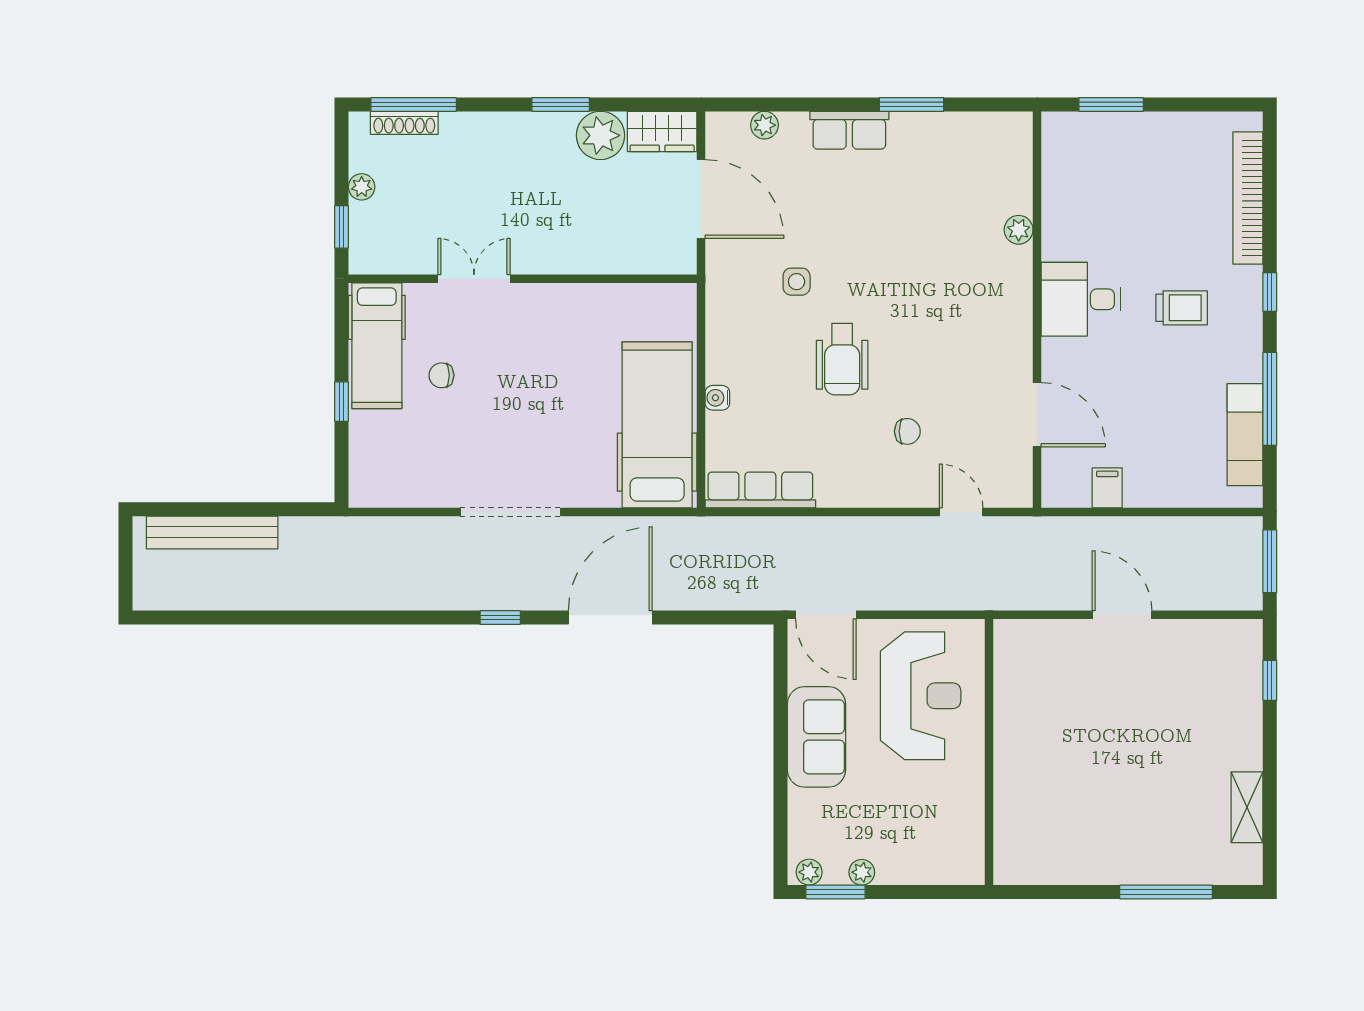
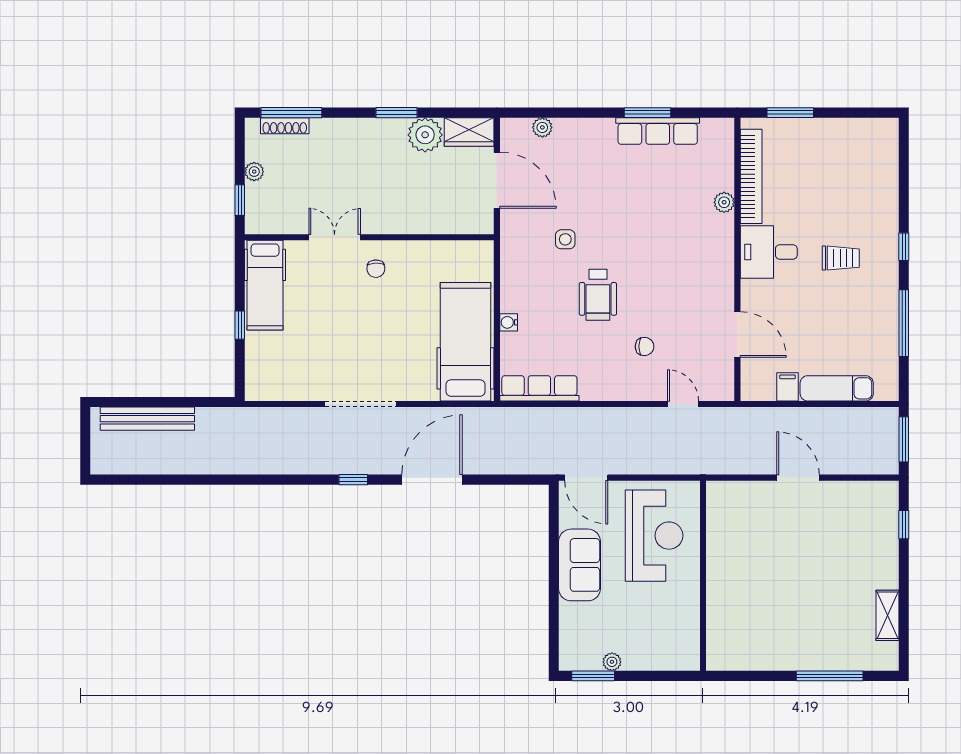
row of seats: (849, 130) -> (658, 131), moved, width x1.48
bookcase: (1248, 198) -> (751, 176), moved, turned 180
chair: (441, 375) -> (376, 269), moved, turned -92
exam couch: (1245, 435) -> (837, 388), moved, turned 90
plant: (809, 872) -> (574, 662), removed

